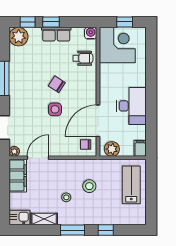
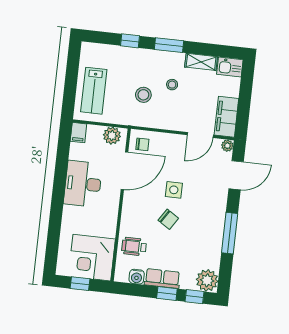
water cooler: (91, 33) -> (137, 277), moved

